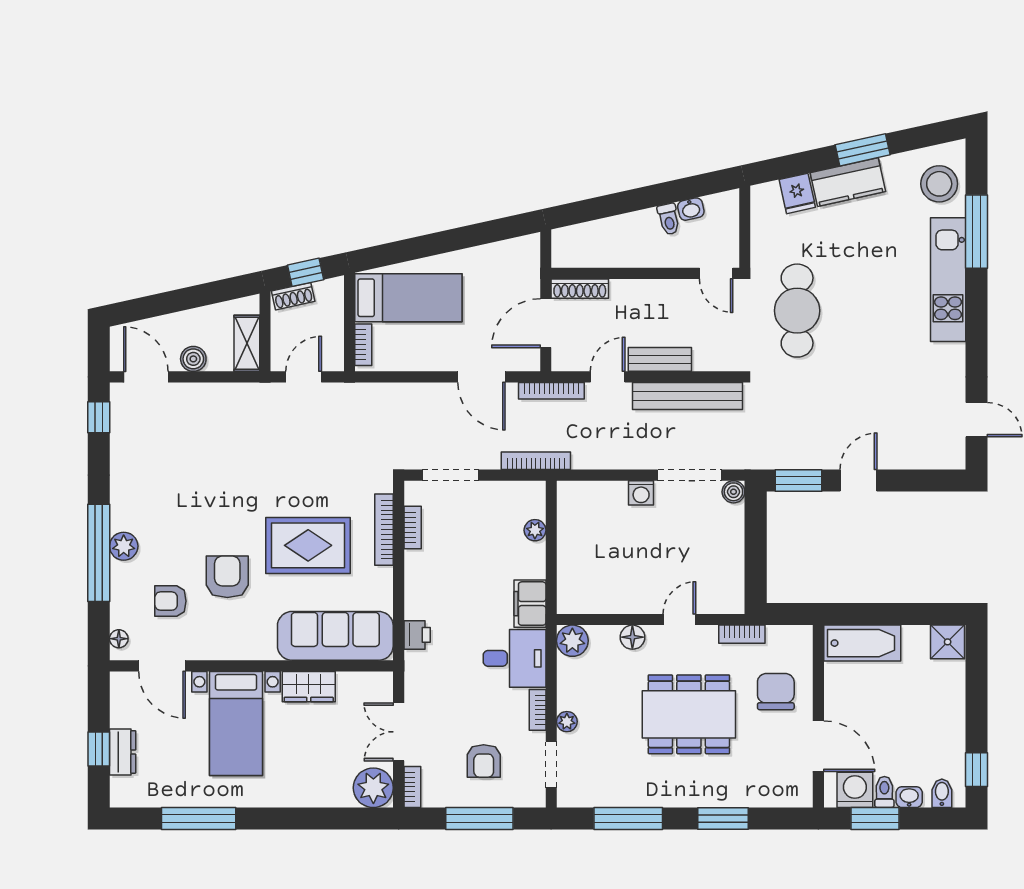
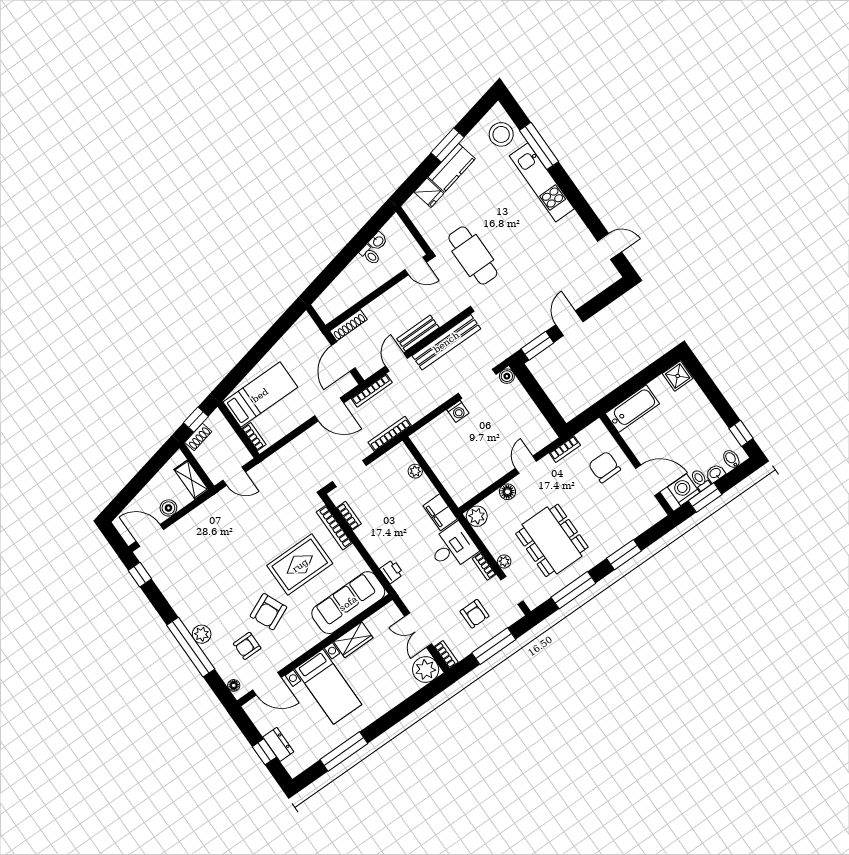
door: (304, 377) -> (234, 476), swing flipped
armchair: (227, 577) -> (268, 612), turned -114
dining table: (689, 714) -> (552, 540), moved, turned 90

